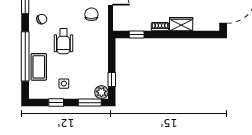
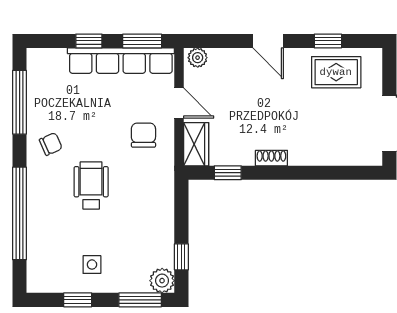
wardrobe: (181, 24) -> (196, 144), moved, turned 90
wheelchair: (63, 41) -> (91, 185), turned 180
coffee table: (39, 67) -> (45, 233), removed

